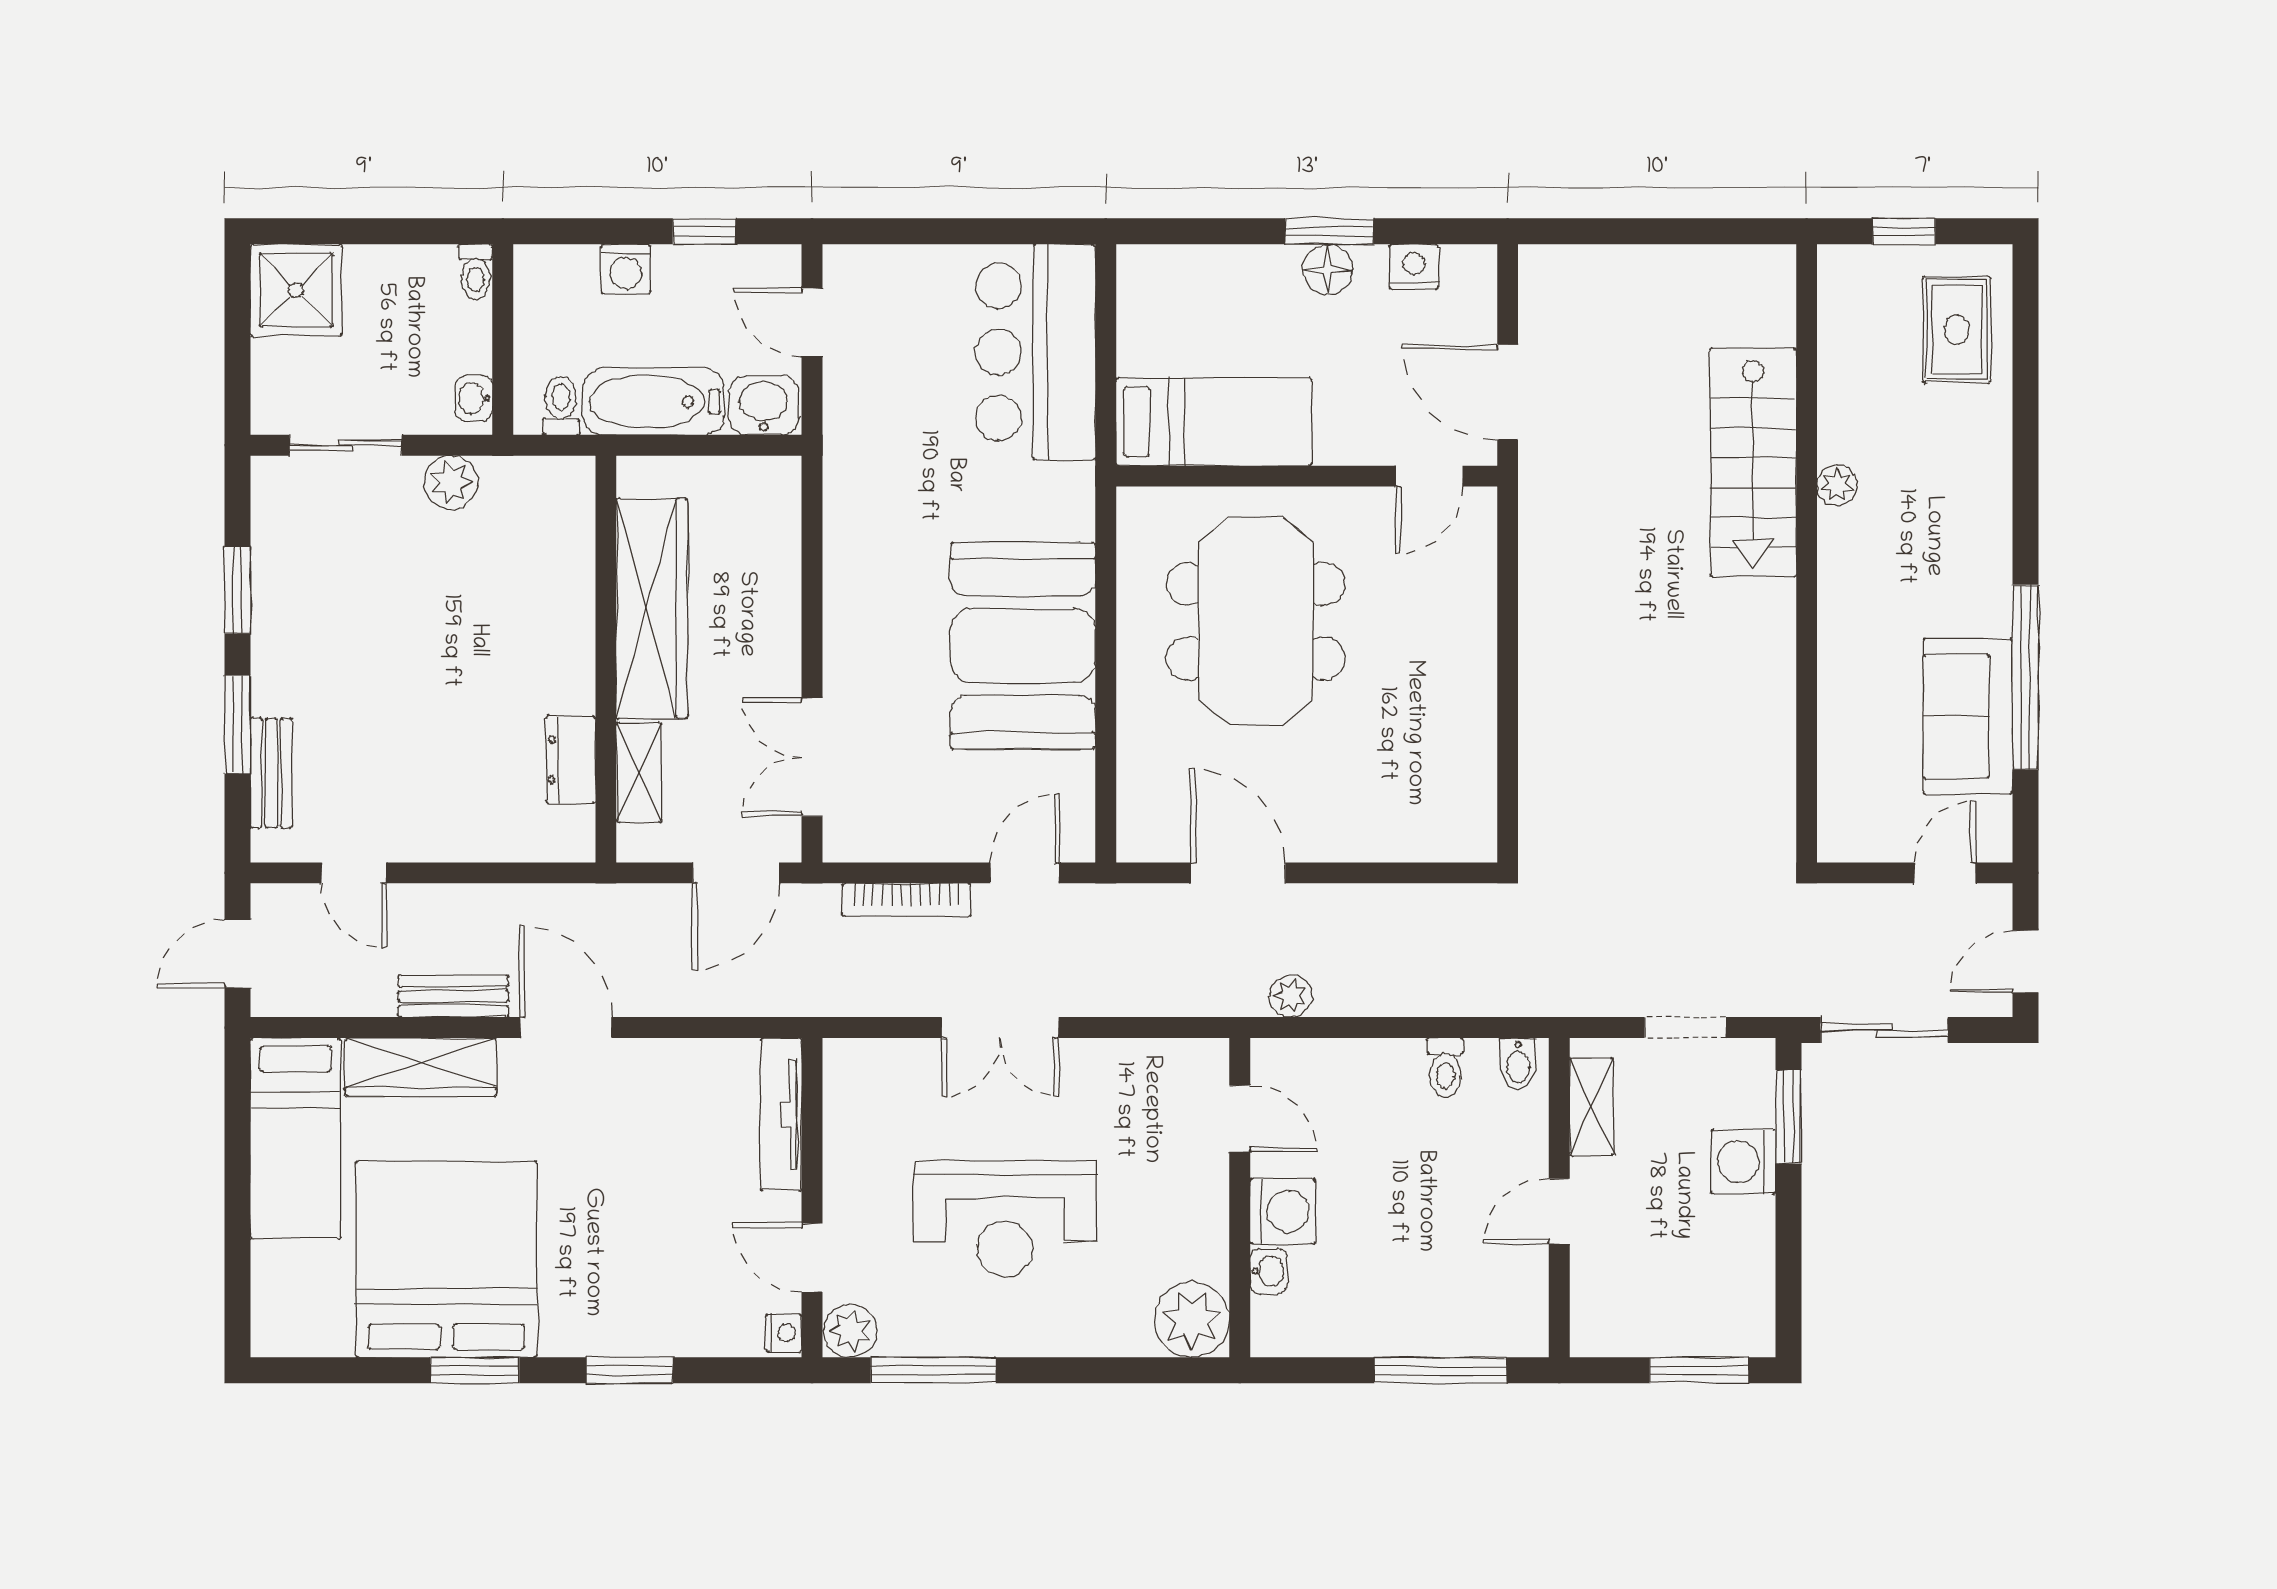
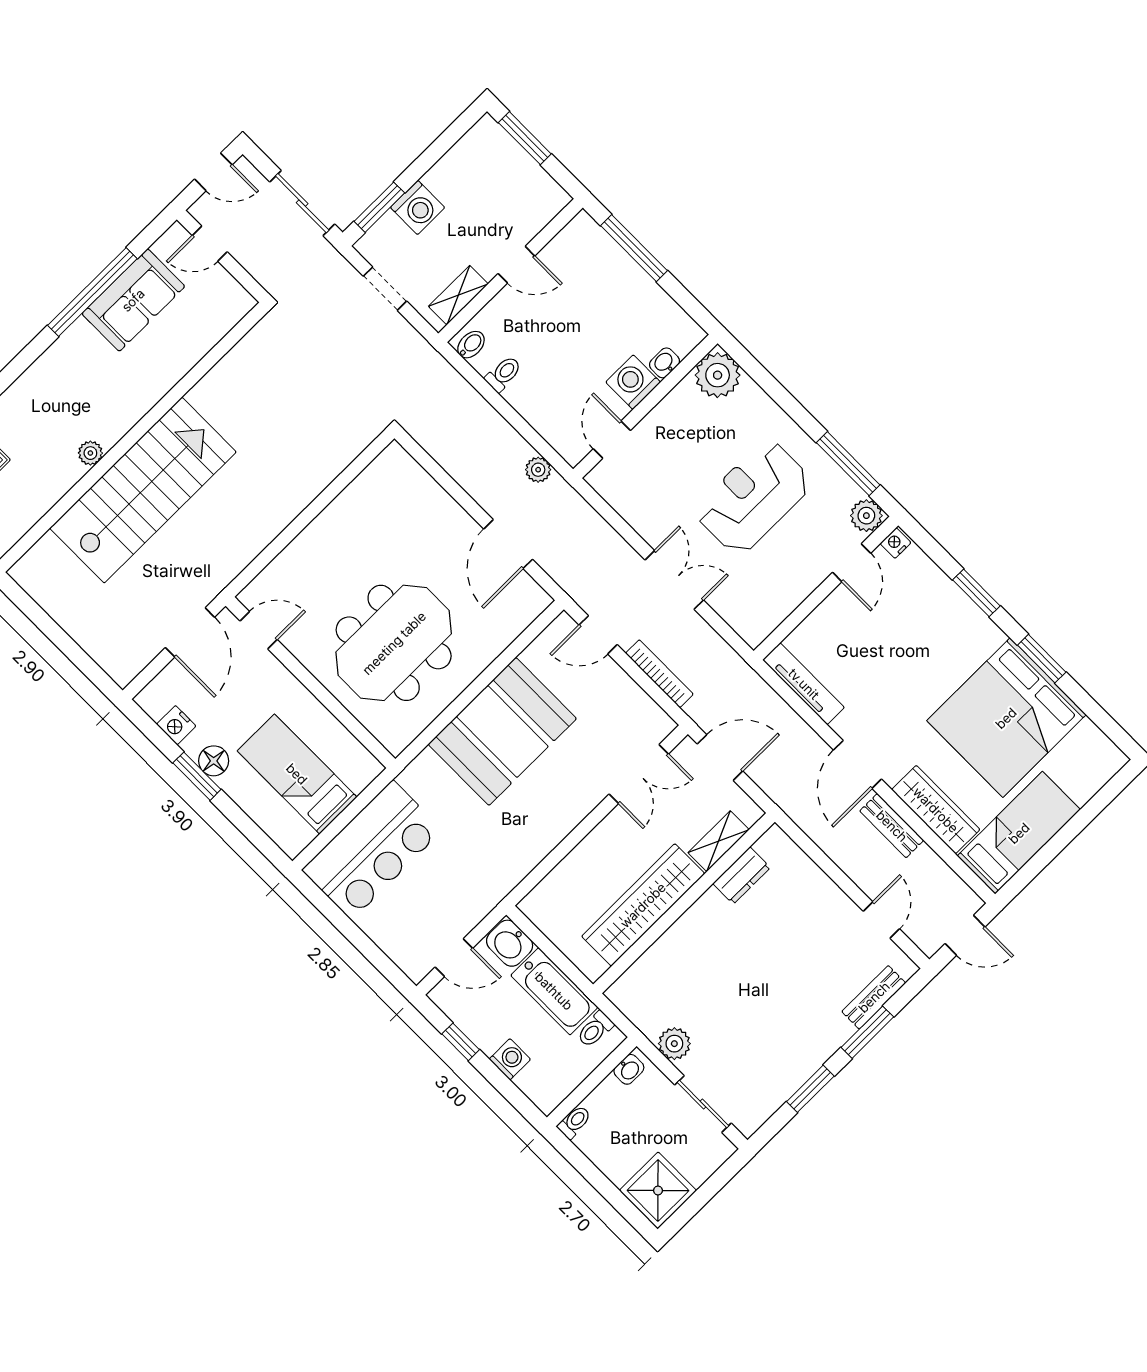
door: (812, 322) -> (454, 958), hinge flipped
bed: (1214, 422) -> (297, 774), moved
stairs: (1753, 462) -> (143, 490), width x1.36, depth x1.51
tv unit: (781, 1114) -> (804, 684), moved, turned -90
reception desk: (1005, 1219) -> (753, 497), turned -90

